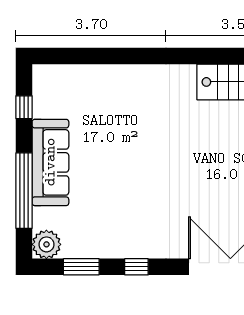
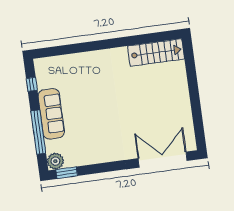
window: (81, 267) -> (67, 173), moved
window: (136, 267) -> (109, 167), removed

